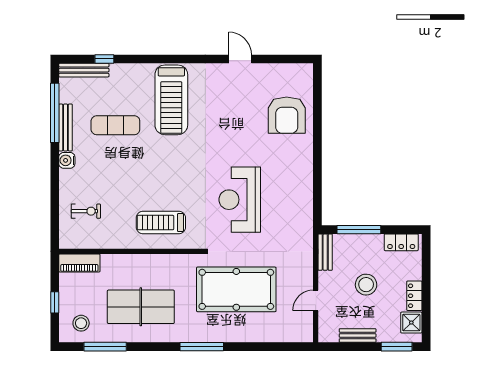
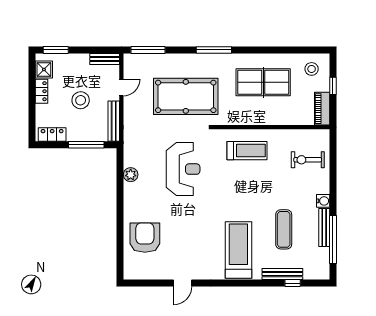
door: (240, 59) -> (183, 283), hinge flipped
bench: (84, 70) -> (282, 274), moved
exercise mat: (115, 125) -> (284, 229), turned 90
plant: (304, 193) -> (131, 175), added
exercise bike: (86, 211) -> (308, 160), width x1.38, depth x1.39
bench: (325, 252) -> (114, 121), width x1.36
piano: (79, 263) -> (322, 109), moved, turned -90
bench: (358, 335) -> (105, 59), moved
window: (105, 347) -> (148, 50), moved

